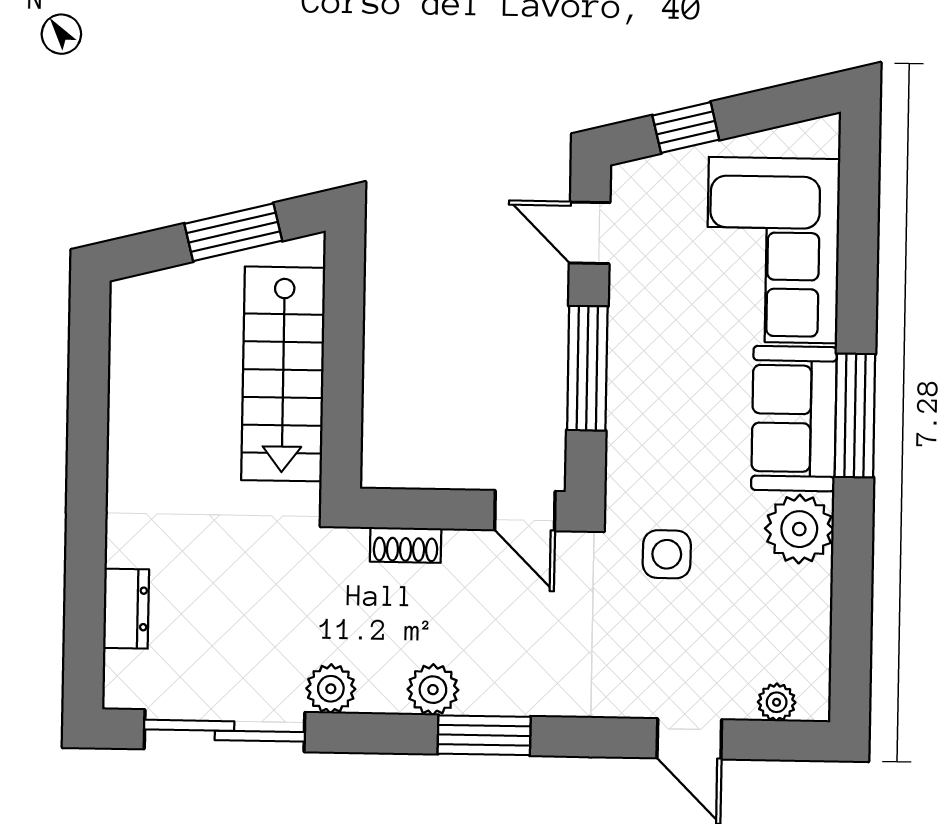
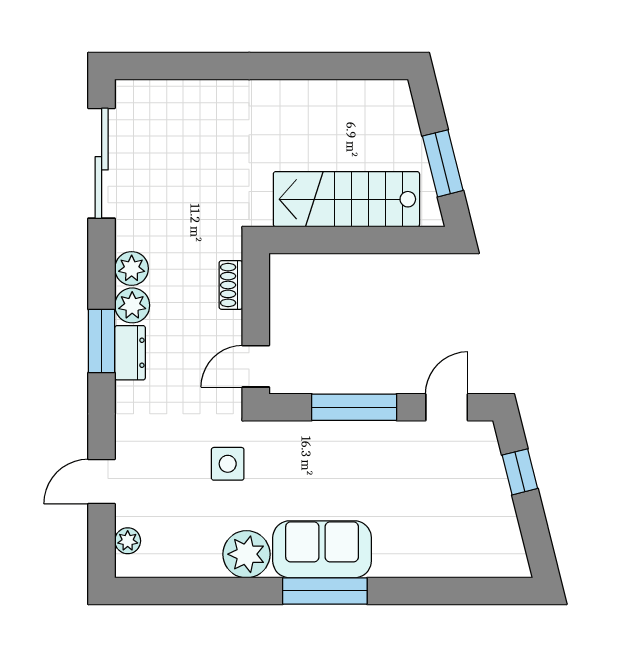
corner sofa: (773, 250) -> (437, 533), removed
dresser: (126, 609) -> (130, 353), moved, turned -90
plant: (331, 689) -> (132, 268), moved

